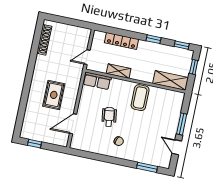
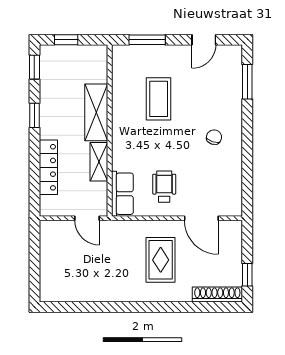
shoe rack: (44, 40) -> (217, 294), moved
shelving: (171, 80) -> (96, 112), moved
rug: (54, 95) -> (161, 260), turned 90
coffee table: (140, 98) -> (159, 99), moved, turned 90
wheelchair: (109, 117) -> (164, 187), moved, turned 98
window: (182, 124) -> (147, 40), moved

